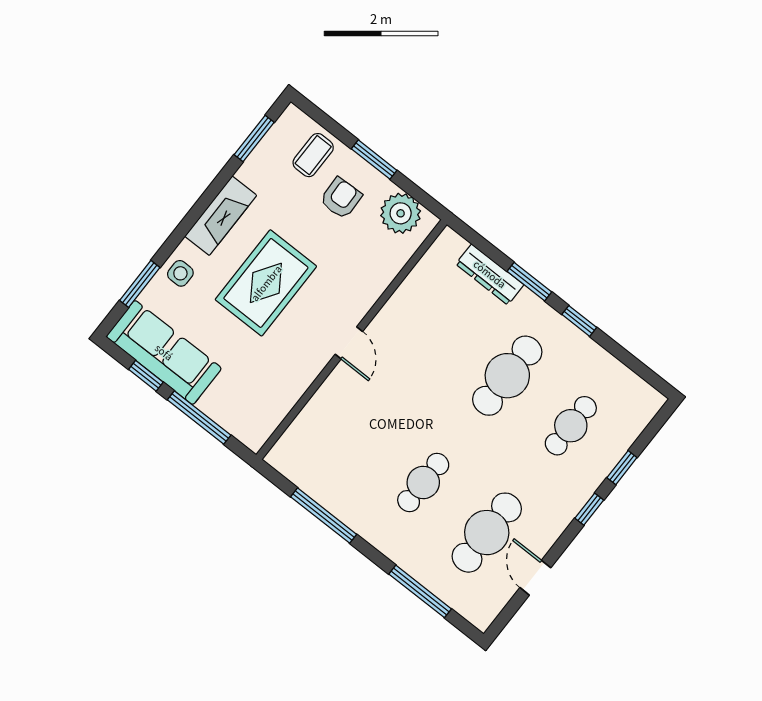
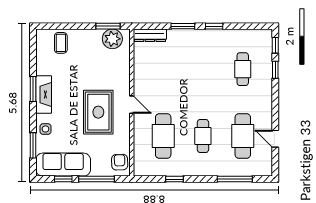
window: (254, 139) -> (33, 89), moved
window: (374, 160) -> (108, 26), moved
armchair: (341, 198) -> (120, 162), moved
dresser: (490, 274) -> (150, 35), moved
rug: (266, 283) -> (98, 112), moved
cafe table: (507, 376) -> (163, 136), moved
window: (589, 509) -> (275, 45), moved
window: (324, 516) -> (174, 179), width x0.46

